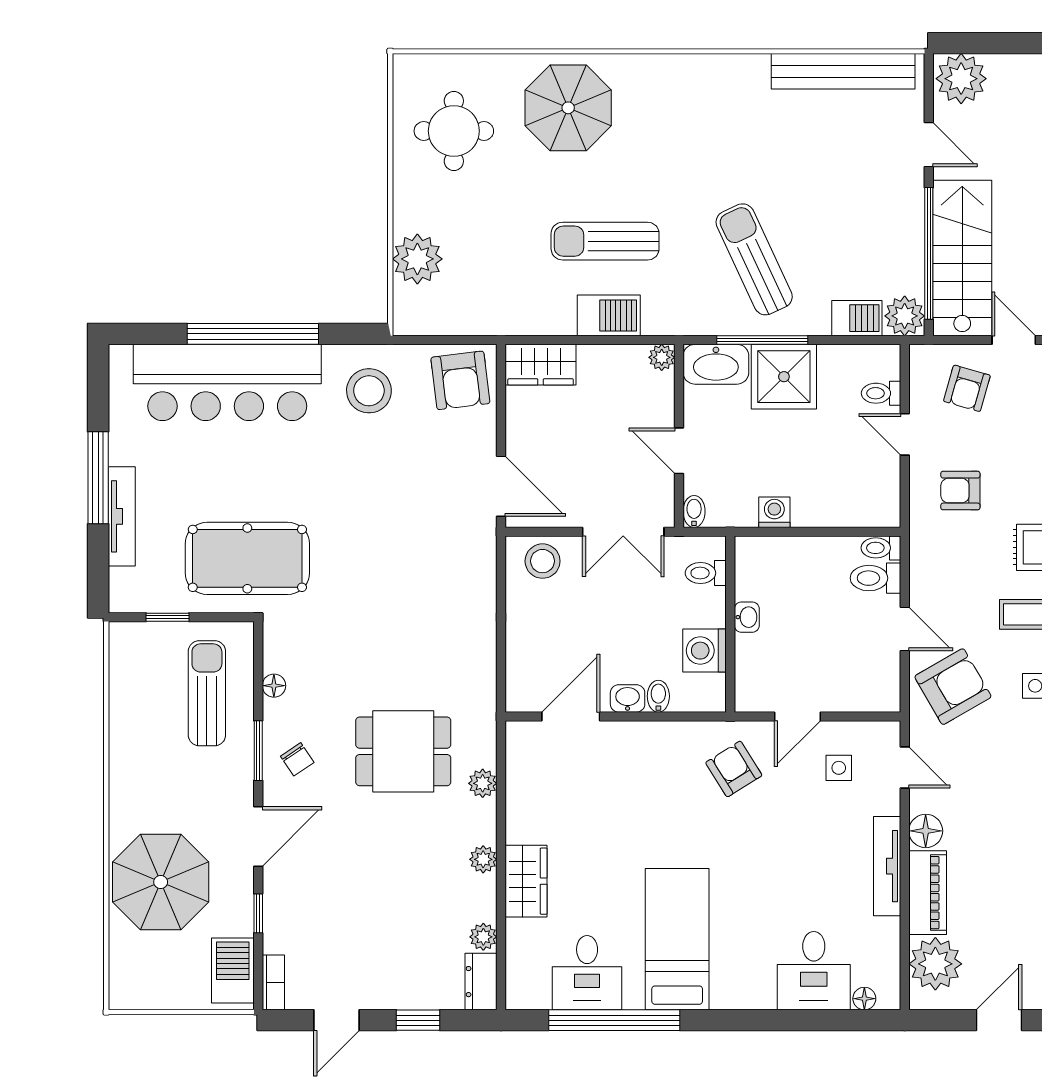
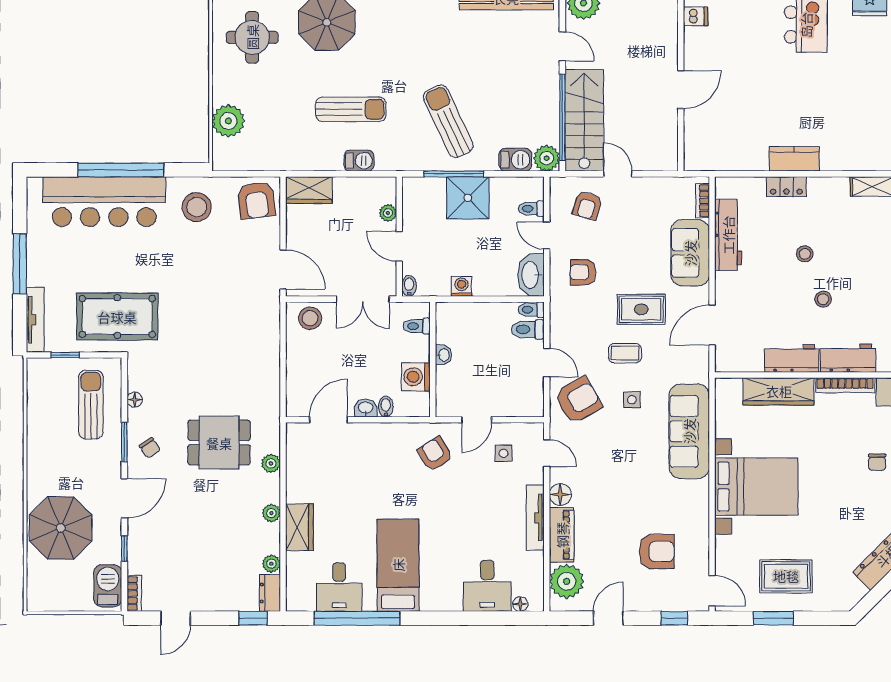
sun lounger: (605, 241) -> (351, 109), turned 180
barbecue: (609, 315) -> (359, 161), width x0.73, depth x0.79
plant: (662, 357) -> (388, 213), moved
washbasin: (716, 364) -> (531, 275), moved, turned 90
tv unit: (122, 516) -> (35, 320), moved
window: (418, 1020) -> (253, 618), moved

